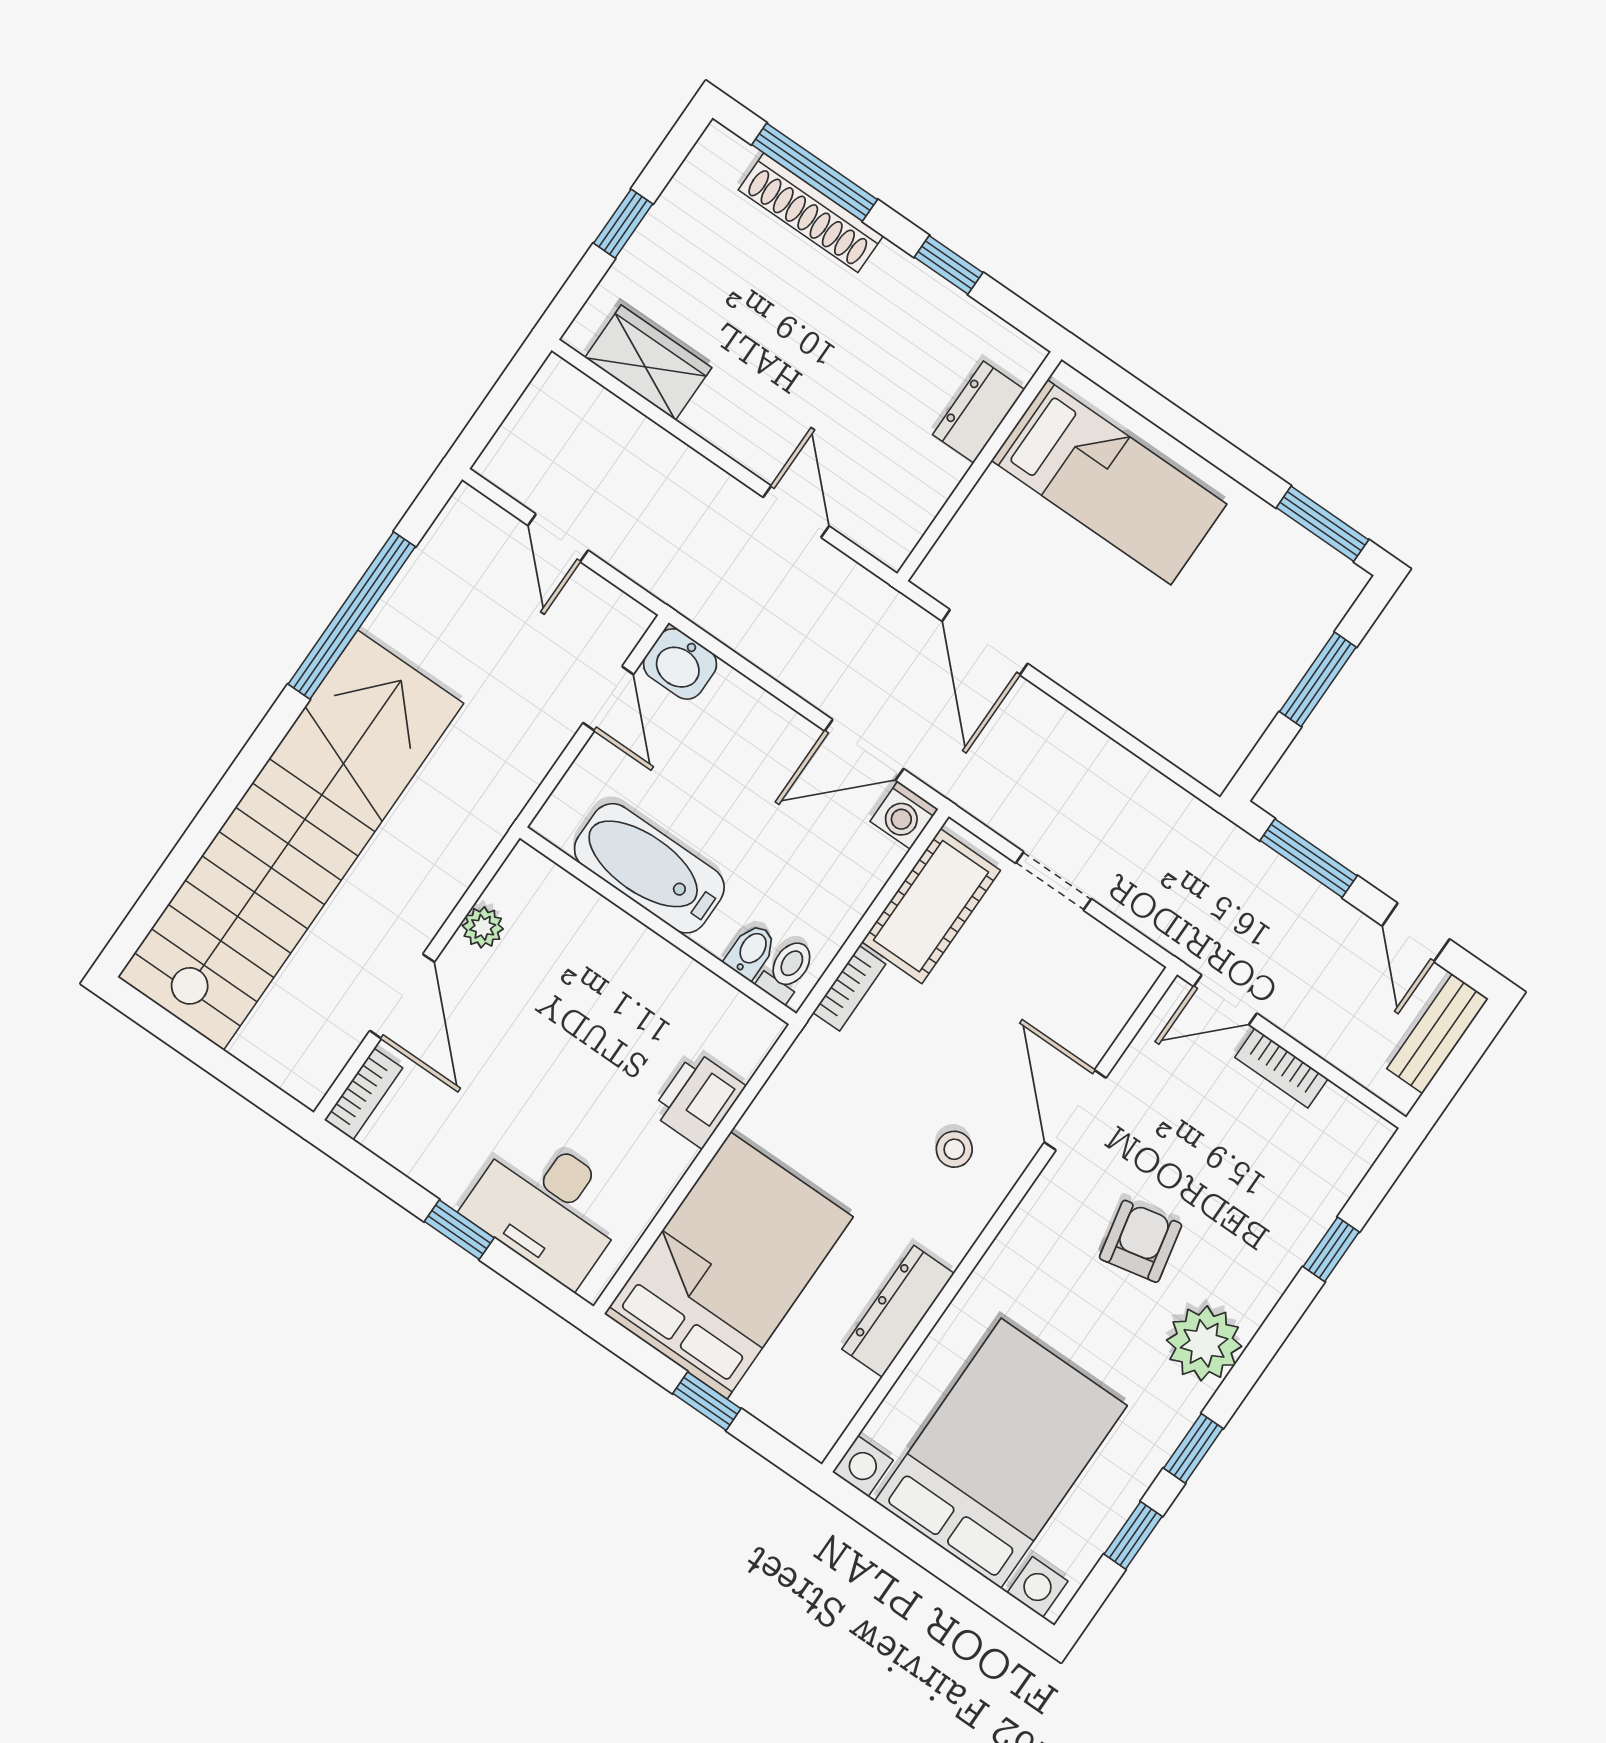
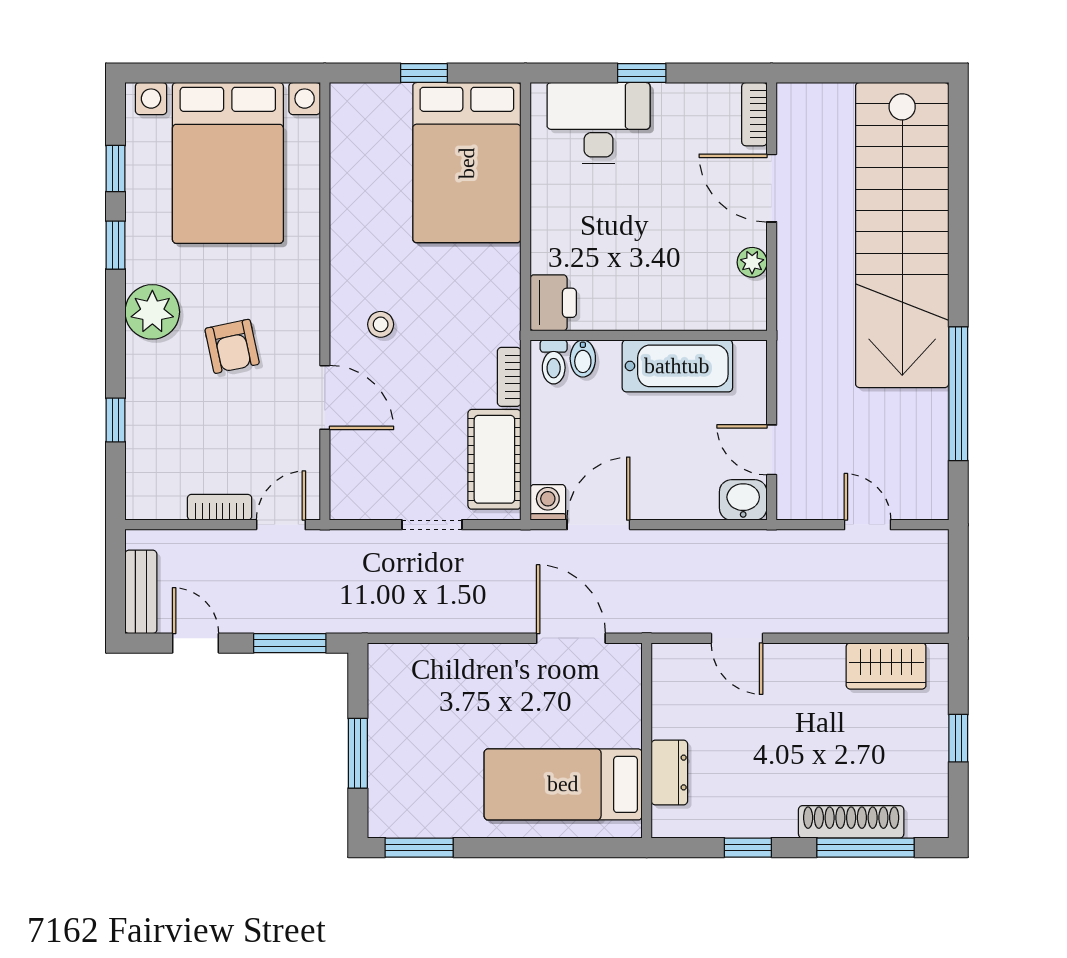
printer: (698, 1100) -> (553, 303), moved
dresser: (898, 1311) -> (347, 205), removed

